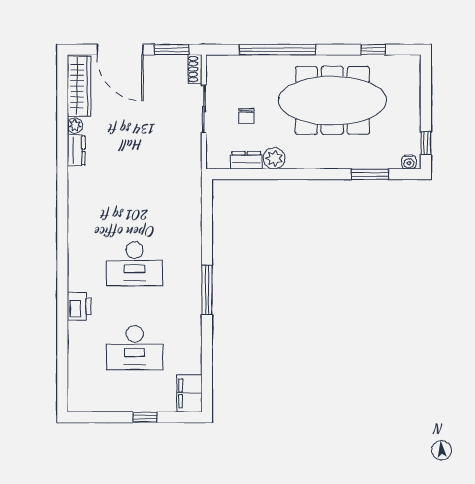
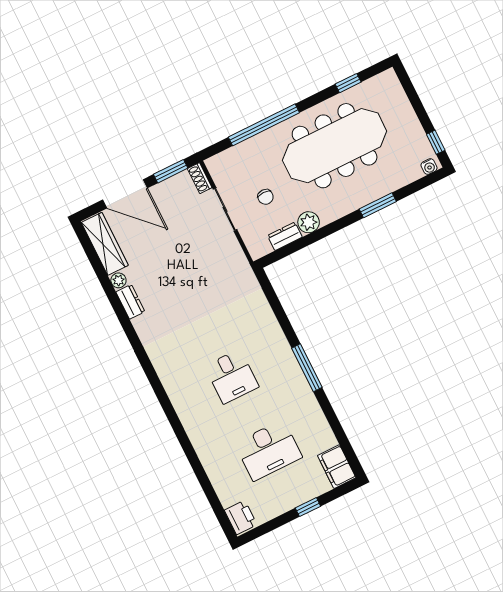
window: (370, 174) -> (378, 205), moved
desk: (135, 264) -> (232, 376), width x0.73
printer: (79, 306) -> (241, 517), moved

